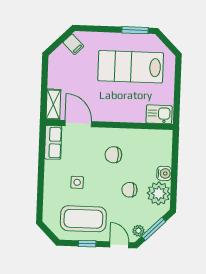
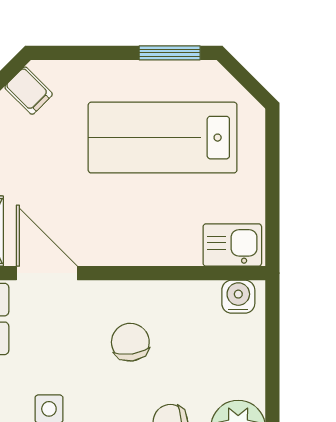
chair: (113, 155) -> (130, 342), turned 82
water cooler: (164, 173) -> (238, 297), moved, turned -90

